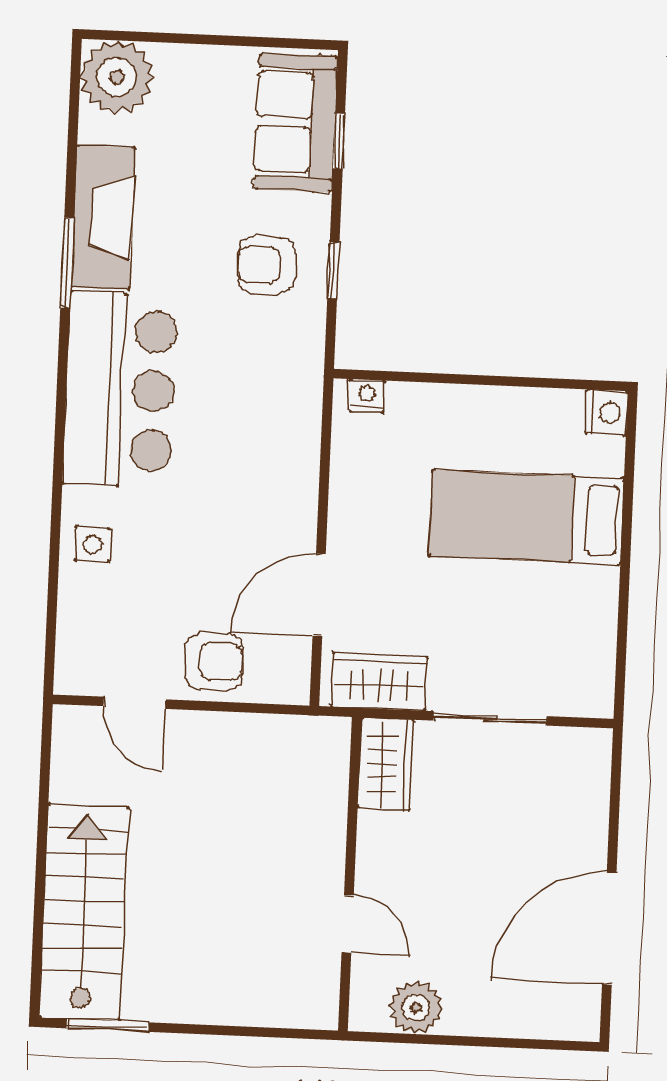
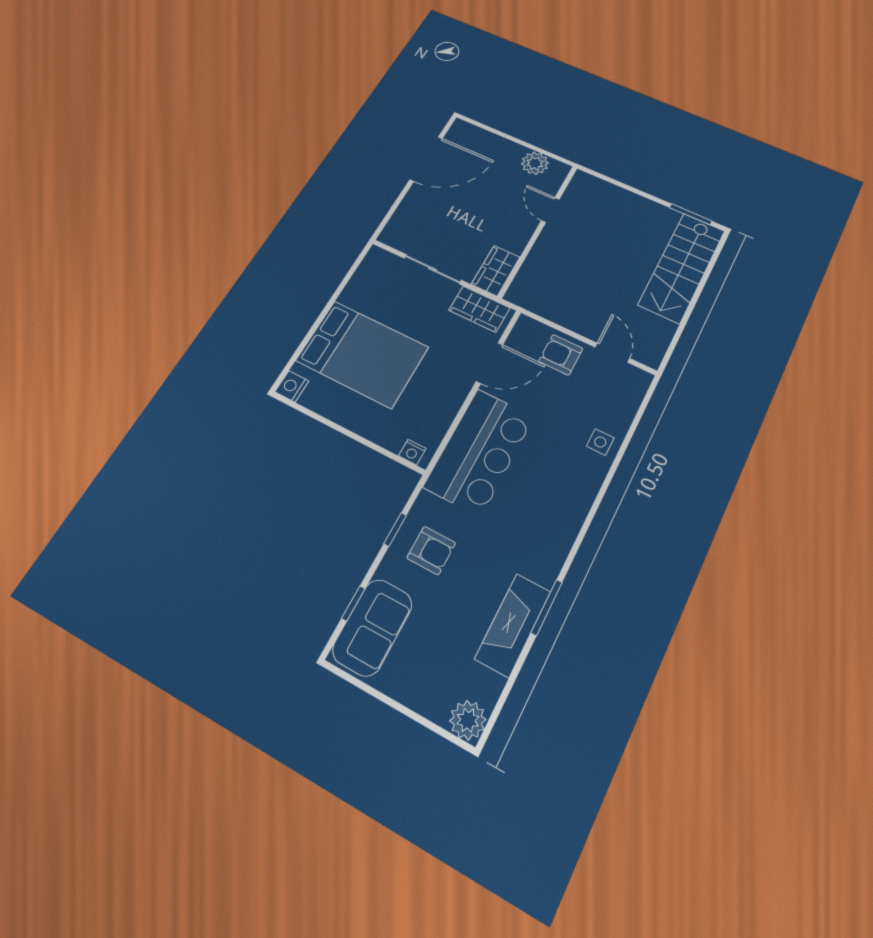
plant: (117, 77) -> (468, 720), width x0.73, depth x0.73
bar counter: (120, 390) -> (479, 452), moved, turned 180
bed: (526, 517) -> (362, 354), width x1.50

